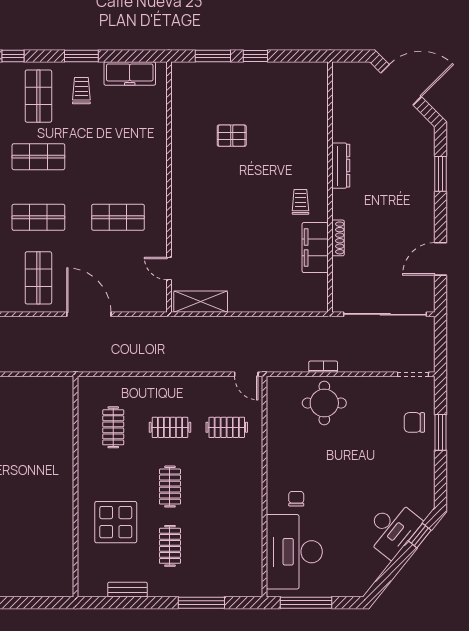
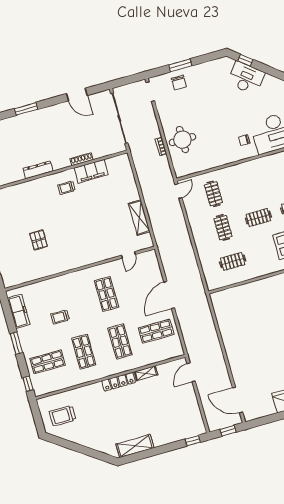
trolley: (81, 91) -> (60, 317), moved
shelving: (201, 302) -> (139, 218), moved

